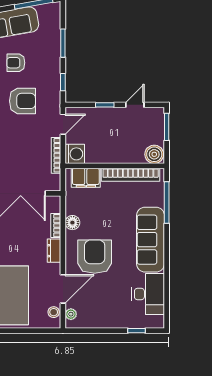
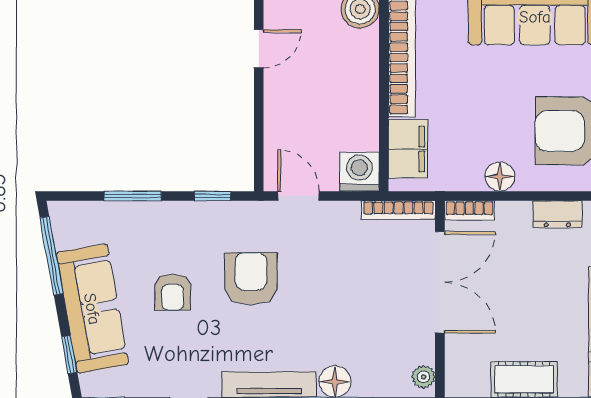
window: (105, 105) -> (259, 110), removed
door: (135, 105) -> (259, 49), swing flipped
bookcase: (56, 155) -> (398, 210), moved
bookcase: (56, 226) -> (469, 211), moved

